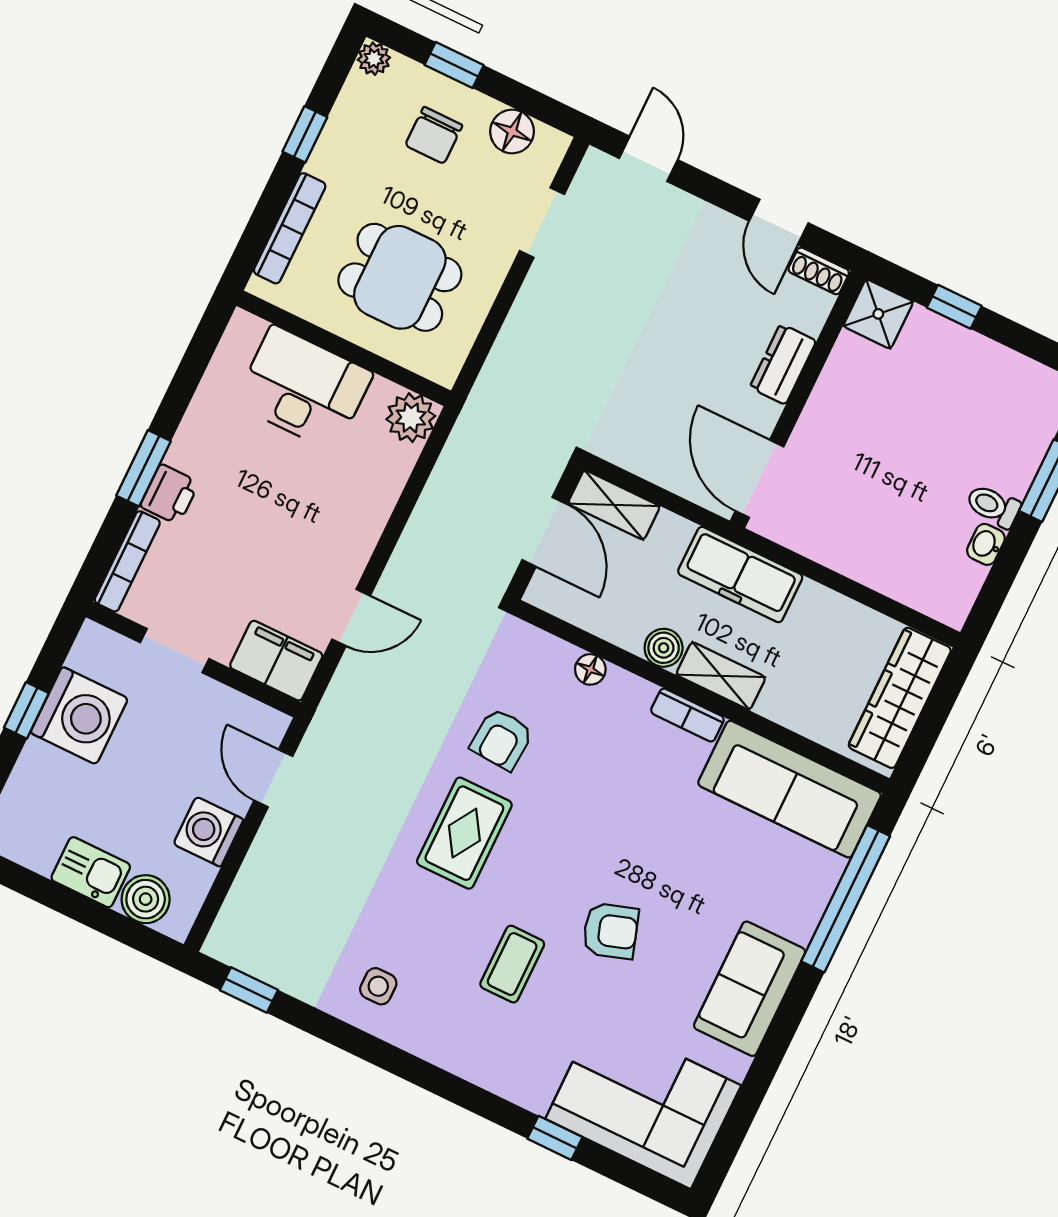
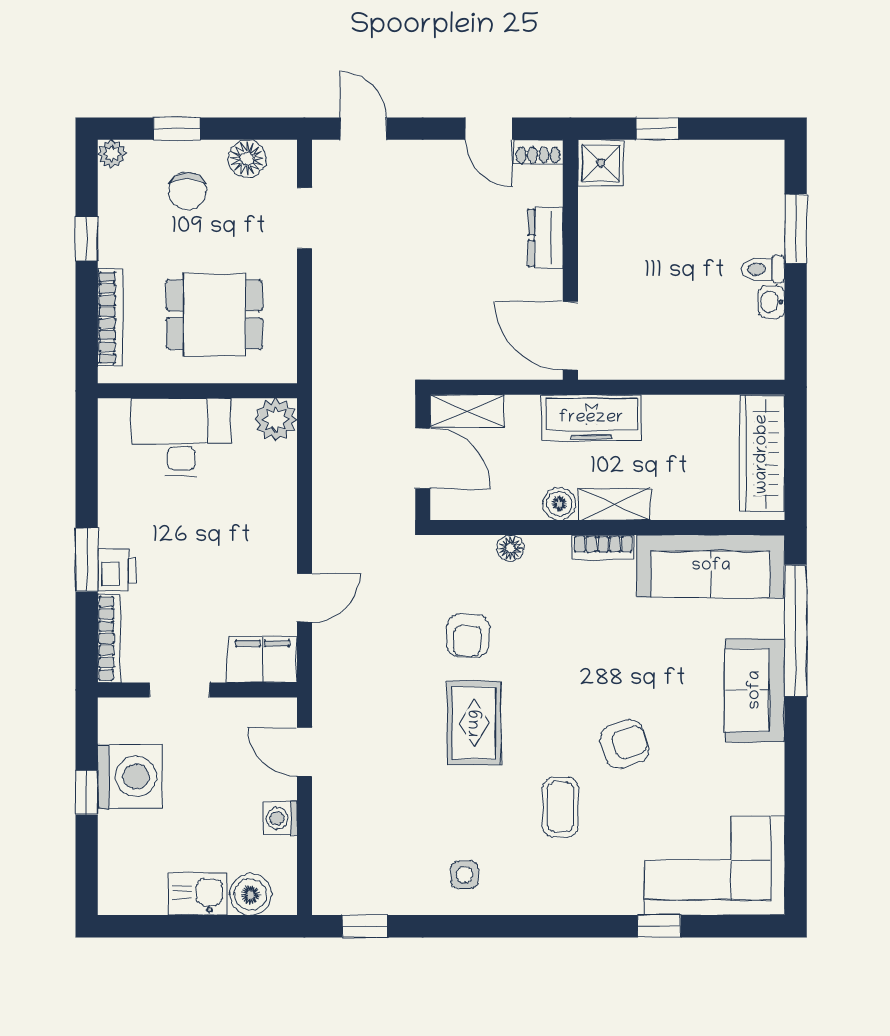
washing machine: (208, 832) -> (280, 818), width x0.73, depth x0.73
sofa: (750, 989) -> (755, 690), moved

